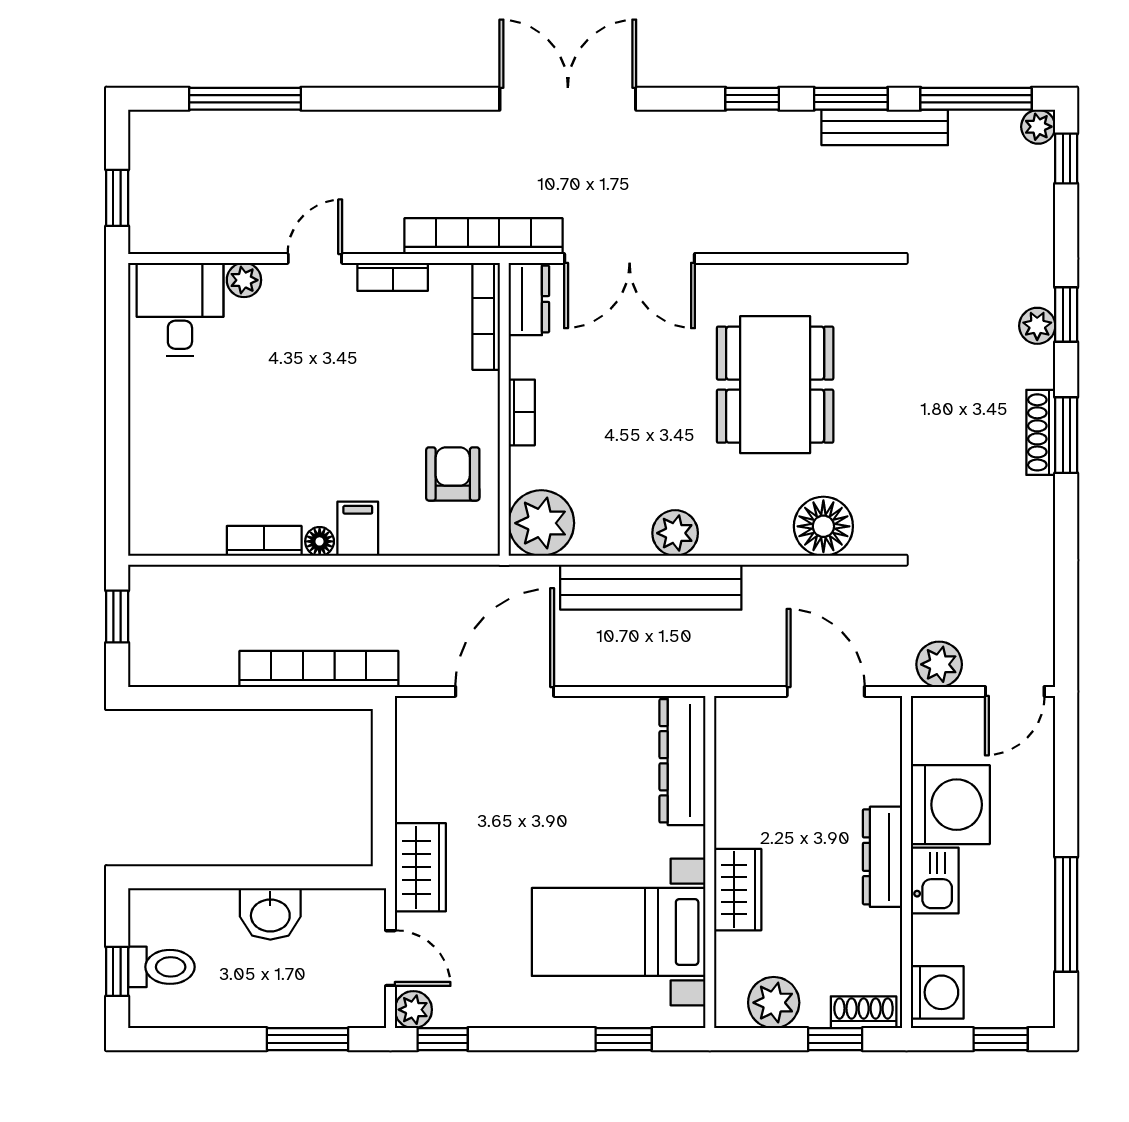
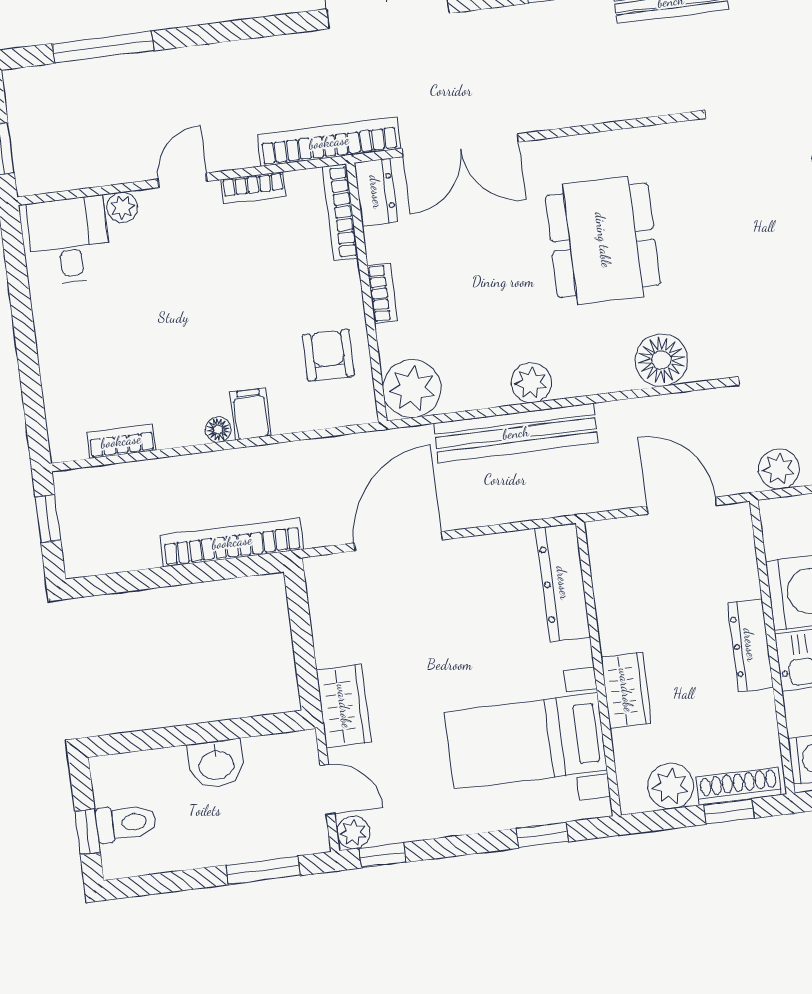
bookcase: (264, 541) -> (121, 441), moved
shoe rack: (864, 1012) -> (739, 786), width x1.43

